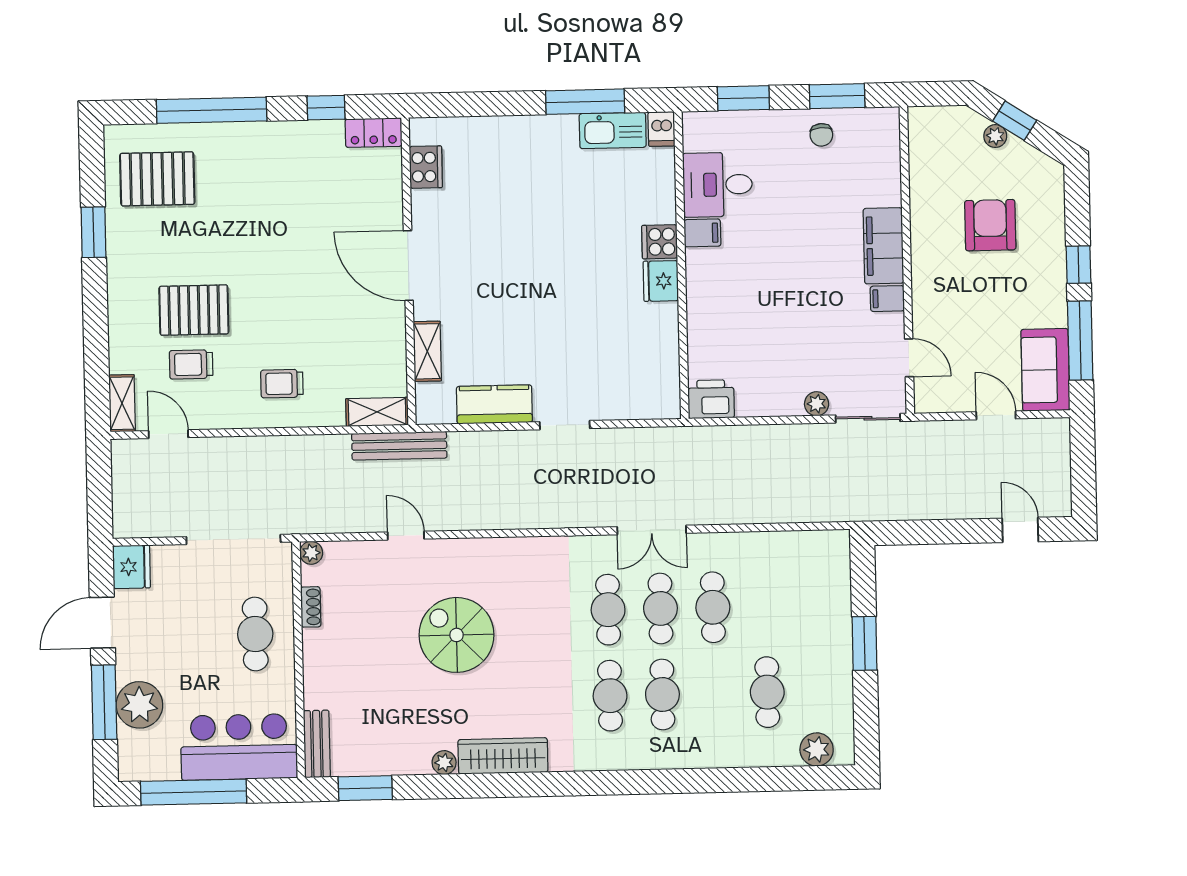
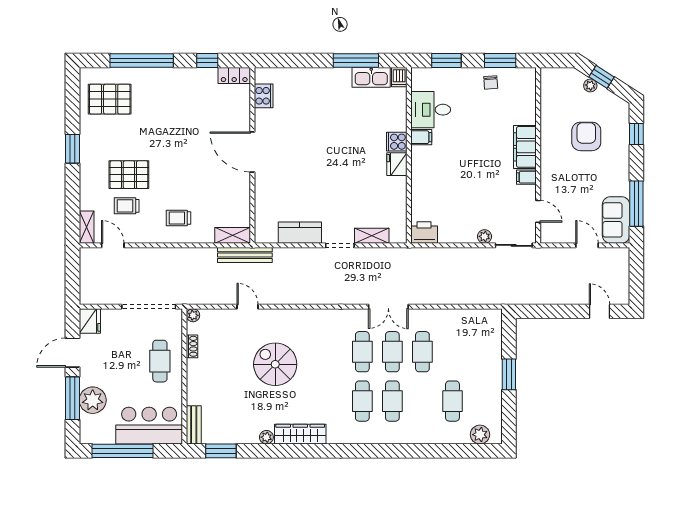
window: (94, 232) -> (72, 149), moved
window: (1079, 265) -> (636, 134), moved
shelving: (427, 351) -> (372, 236), moved, turned 90

